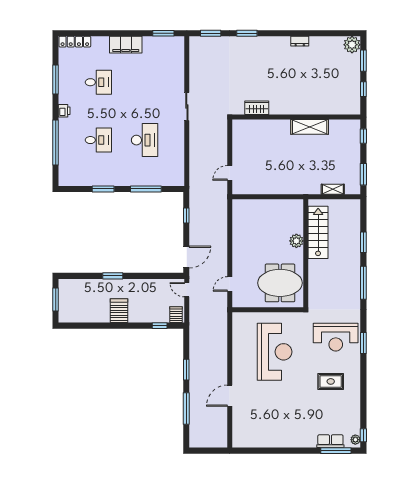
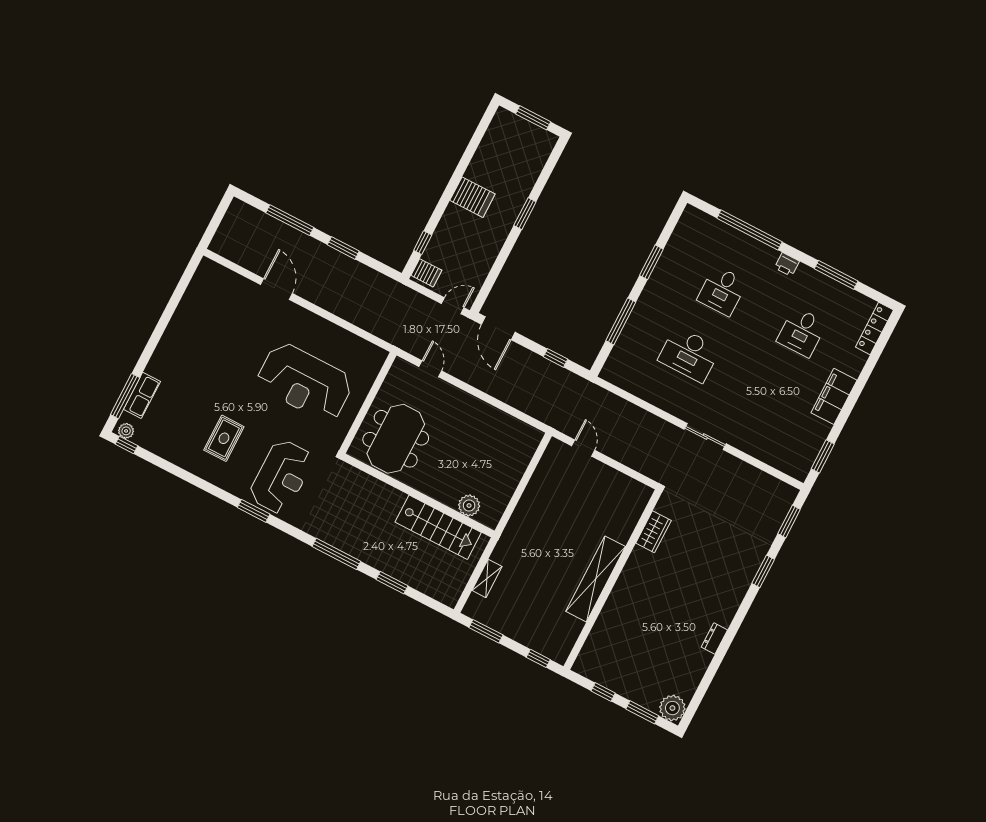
shelving: (310, 127) -> (596, 579), width x1.47
plant: (296, 241) -> (469, 506), moved
reception desk: (336, 337) -> (281, 477), turned 180

